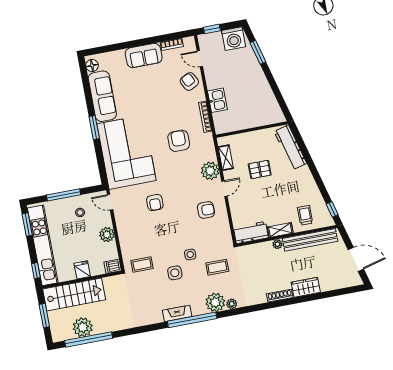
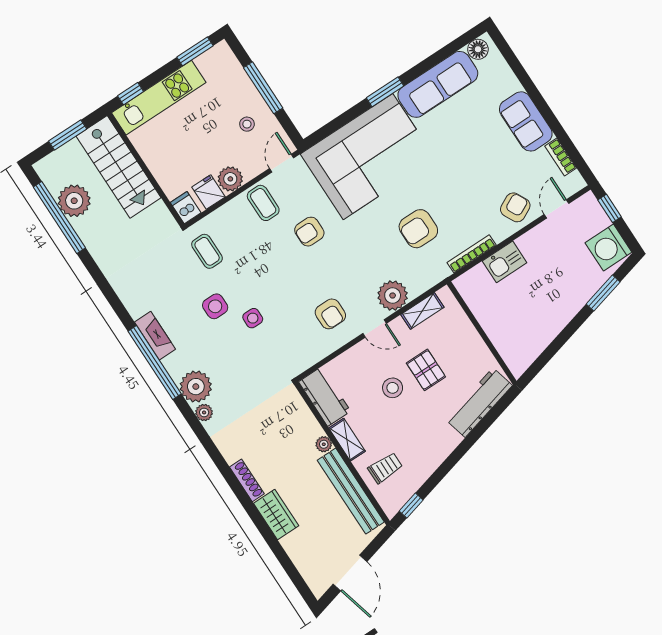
armchair: (179, 141) -> (418, 229), turned 180
stool: (262, 192) -> (393, 388), added
kitchen unit: (43, 245) -> (159, 98), width x0.73
coffee table: (217, 267) -> (263, 203), moved
fridge: (82, 270) -> (209, 192), moved, turned -90

